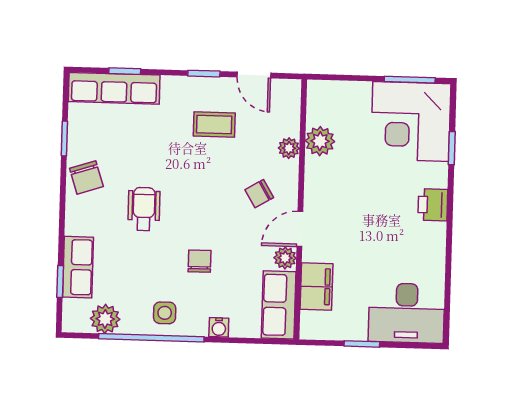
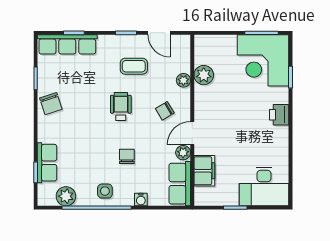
wheelchair: (144, 209) -> (121, 107), moved

